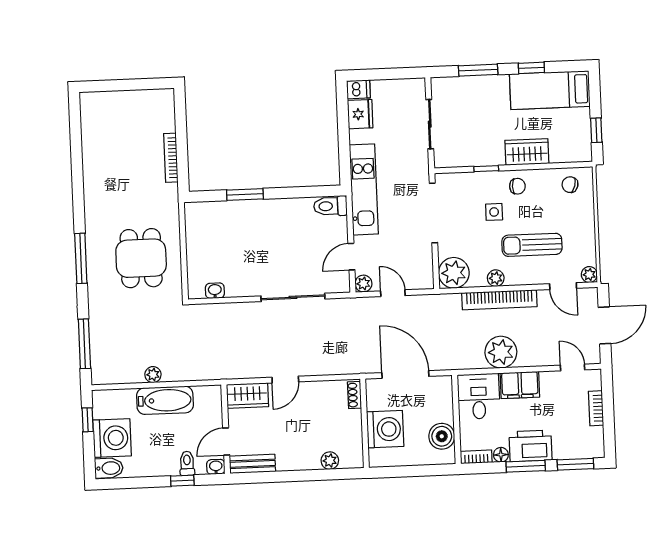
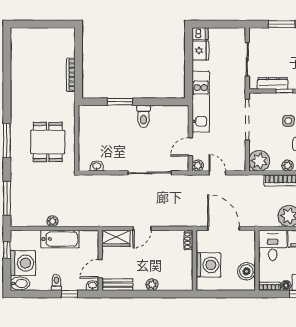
dresser: (469, 158) -> (273, 83), added
toilet: (330, 206) -> (143, 116), moved, turned -90
plant: (330, 461) -> (152, 285), moved
toilet: (187, 463) -> (56, 282), moved

